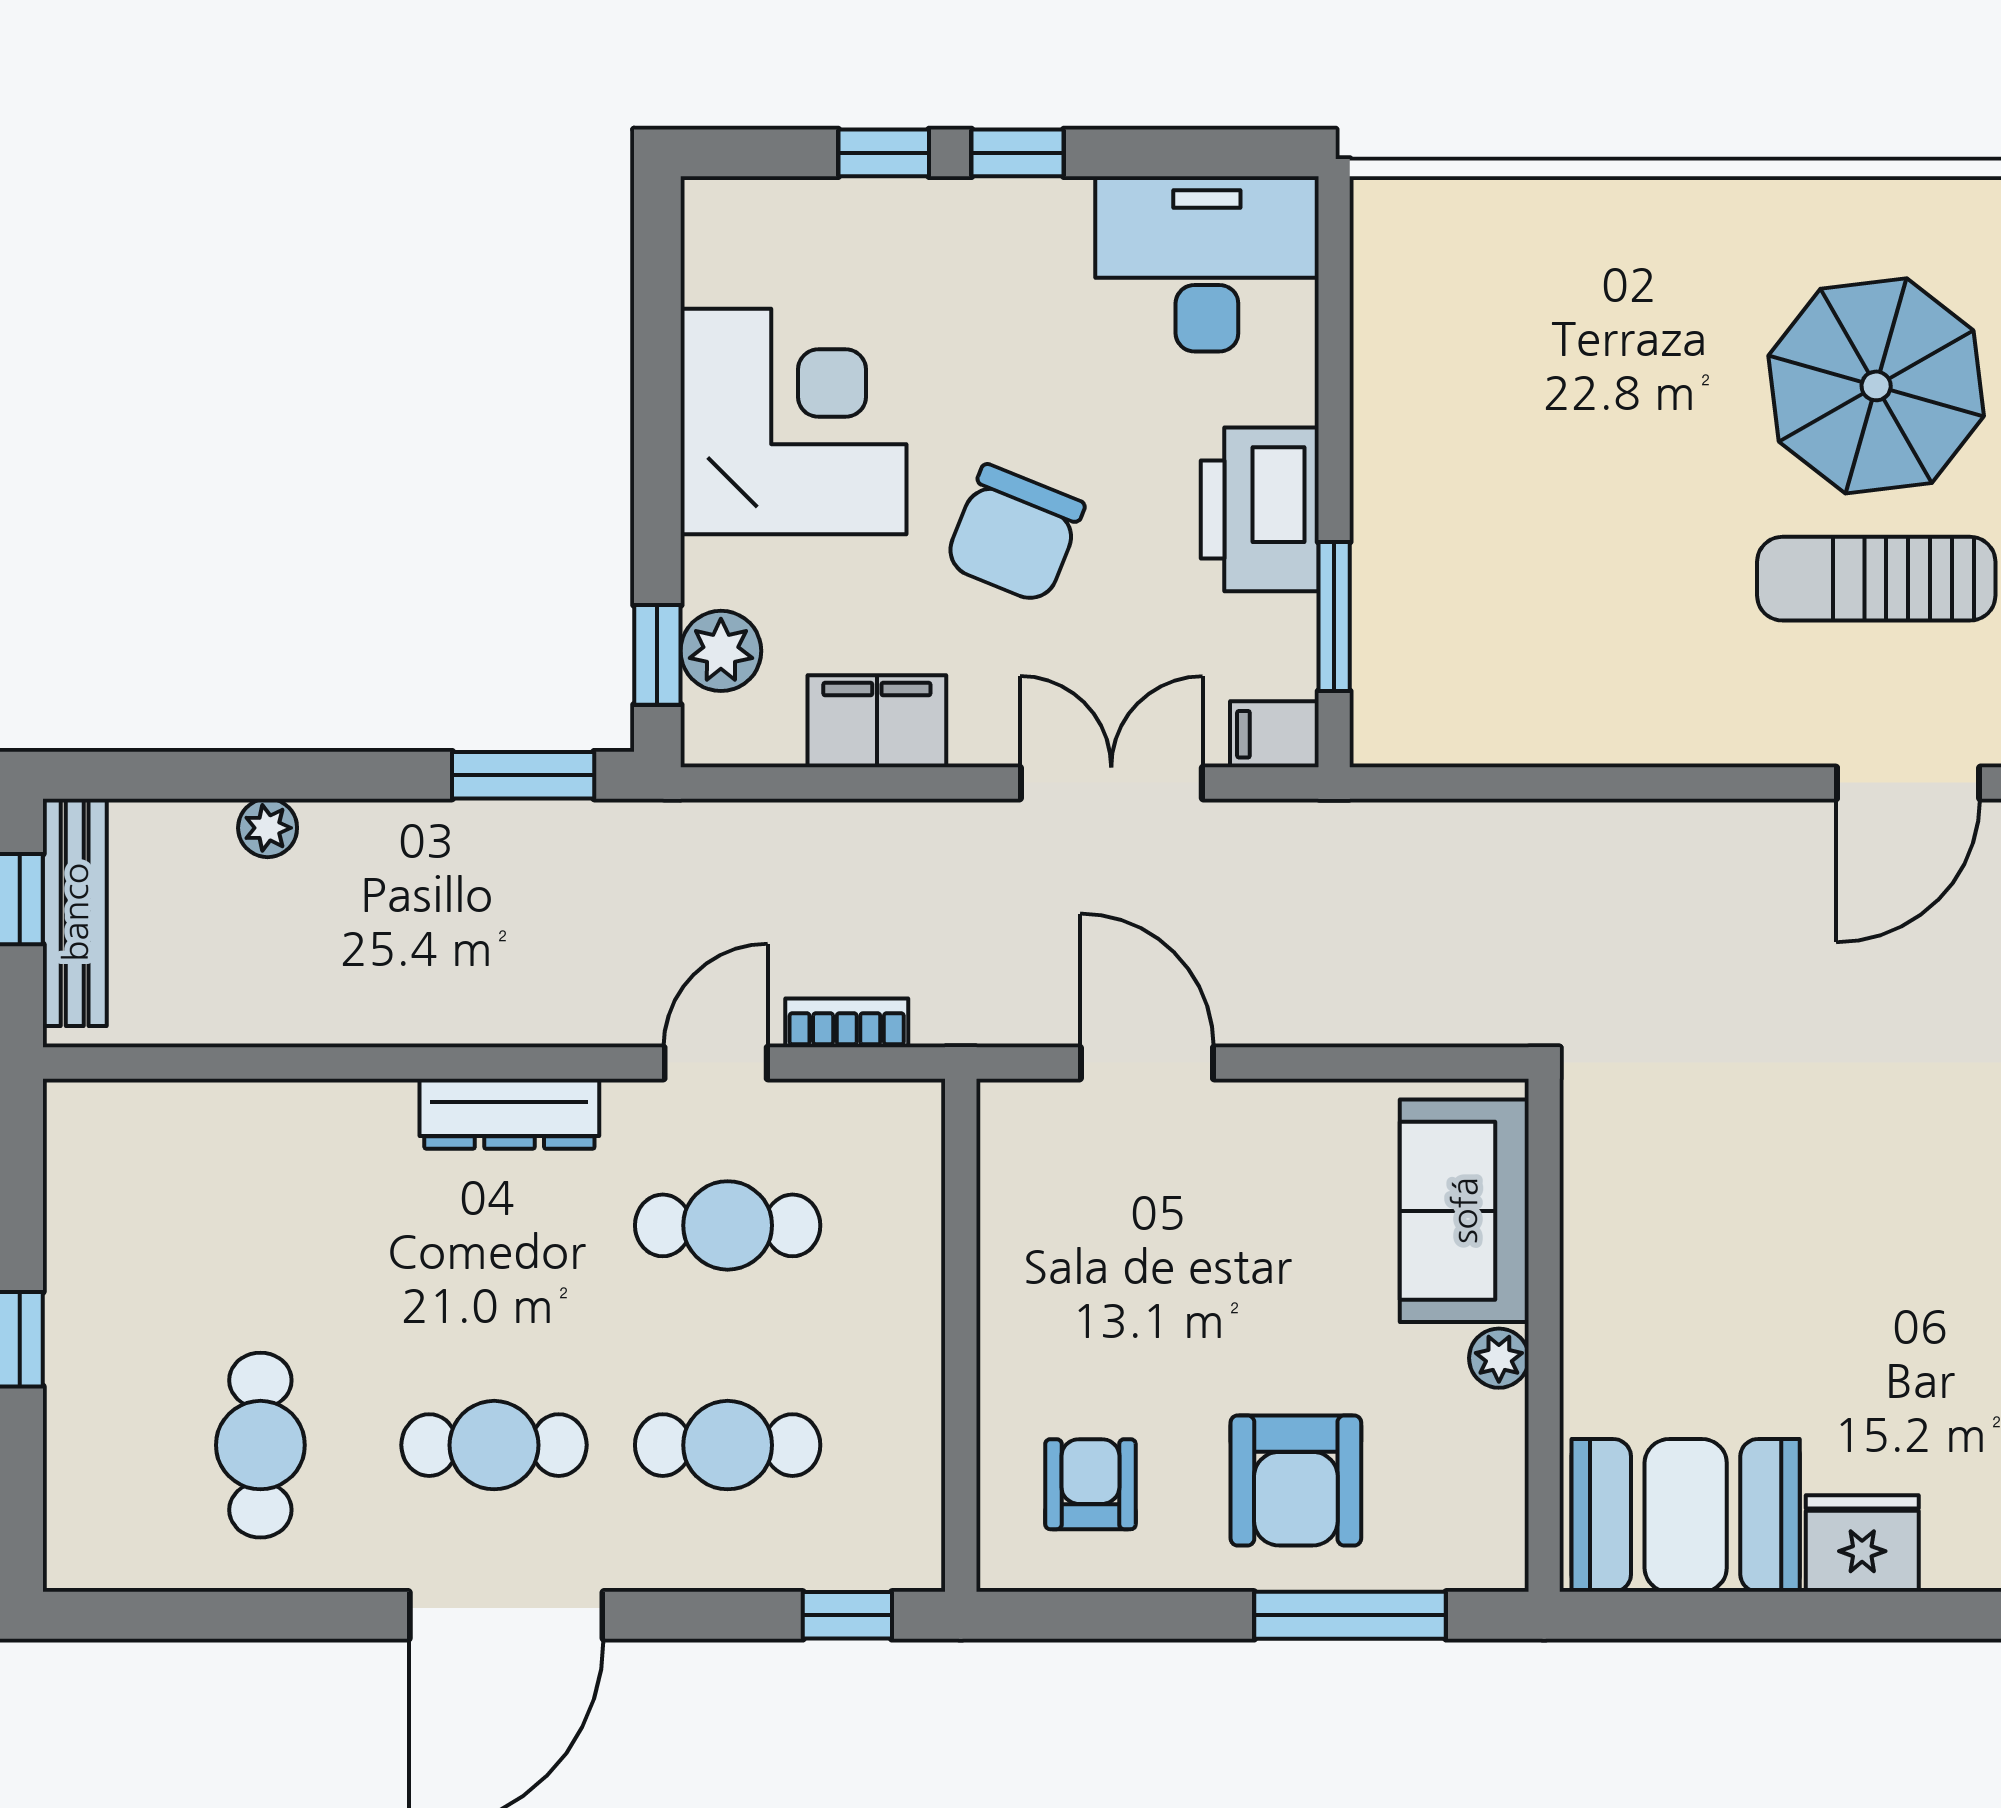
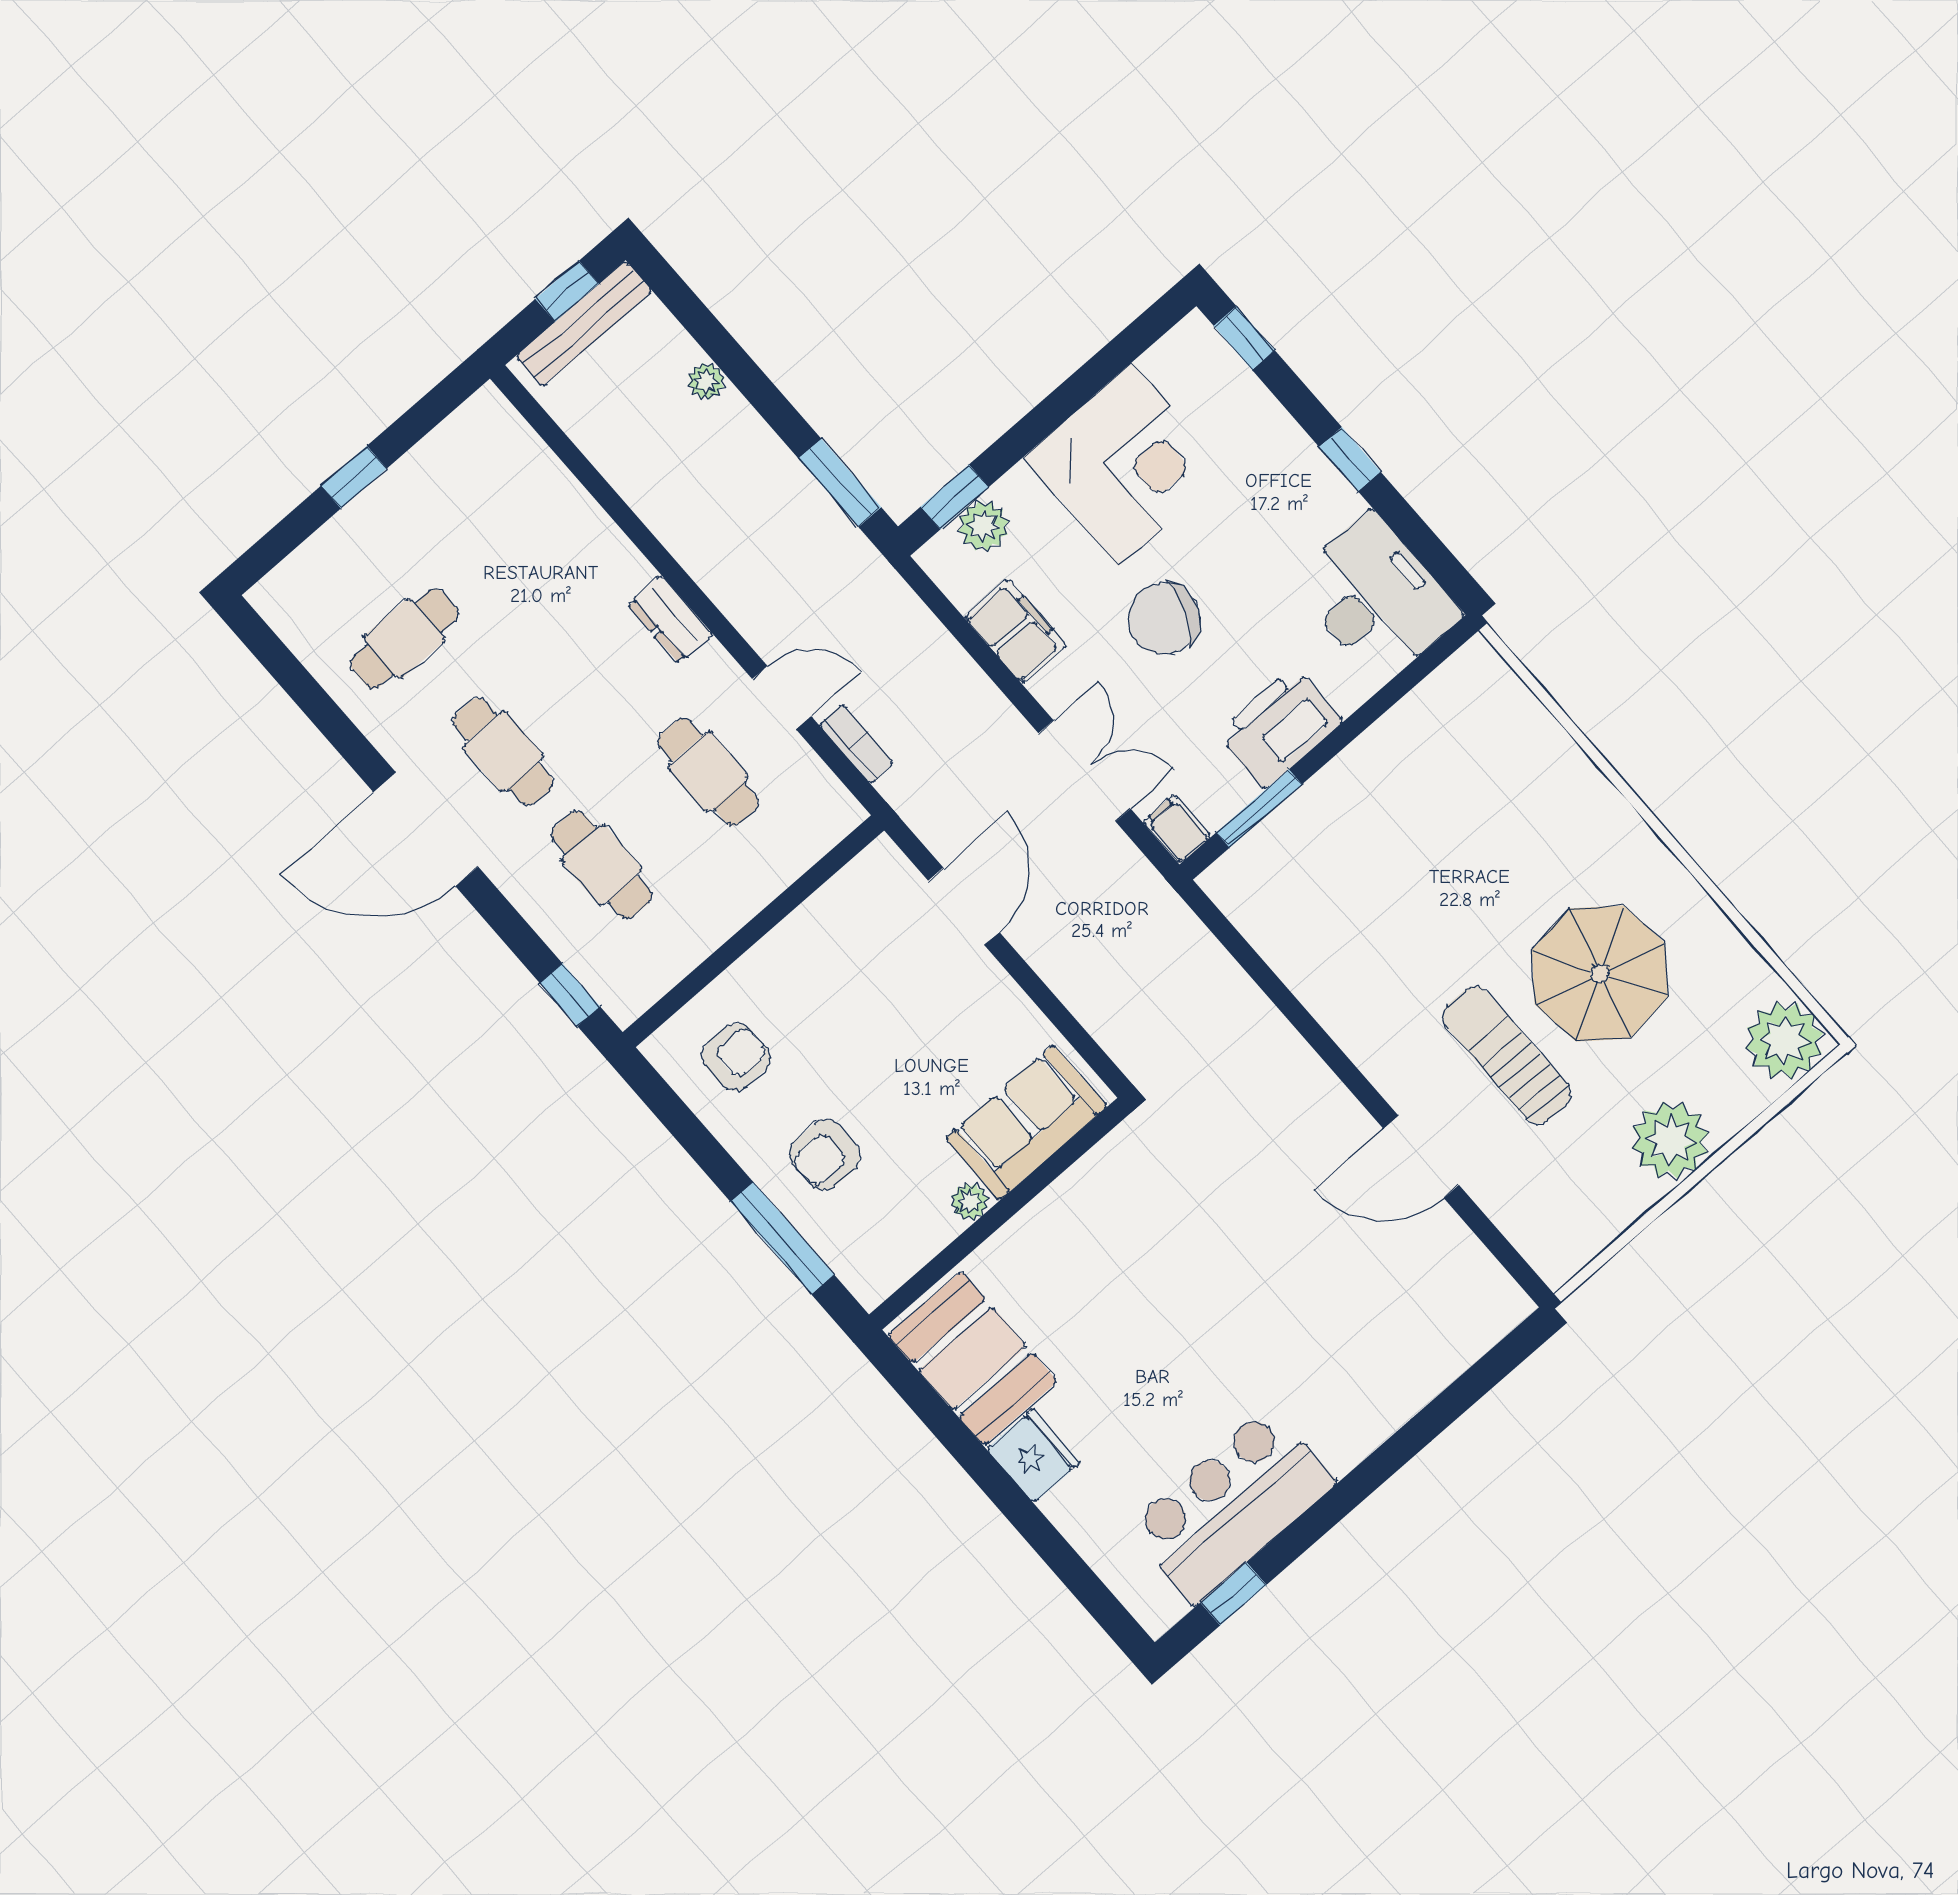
window: (884, 153) -> (1244, 338), moved
dresser: (509, 1114) -> (670, 619), width x0.70
armchair: (1296, 1480) -> (825, 1155), width x0.72, depth x0.72

